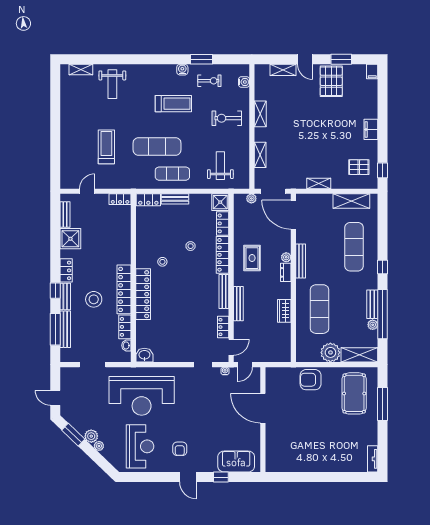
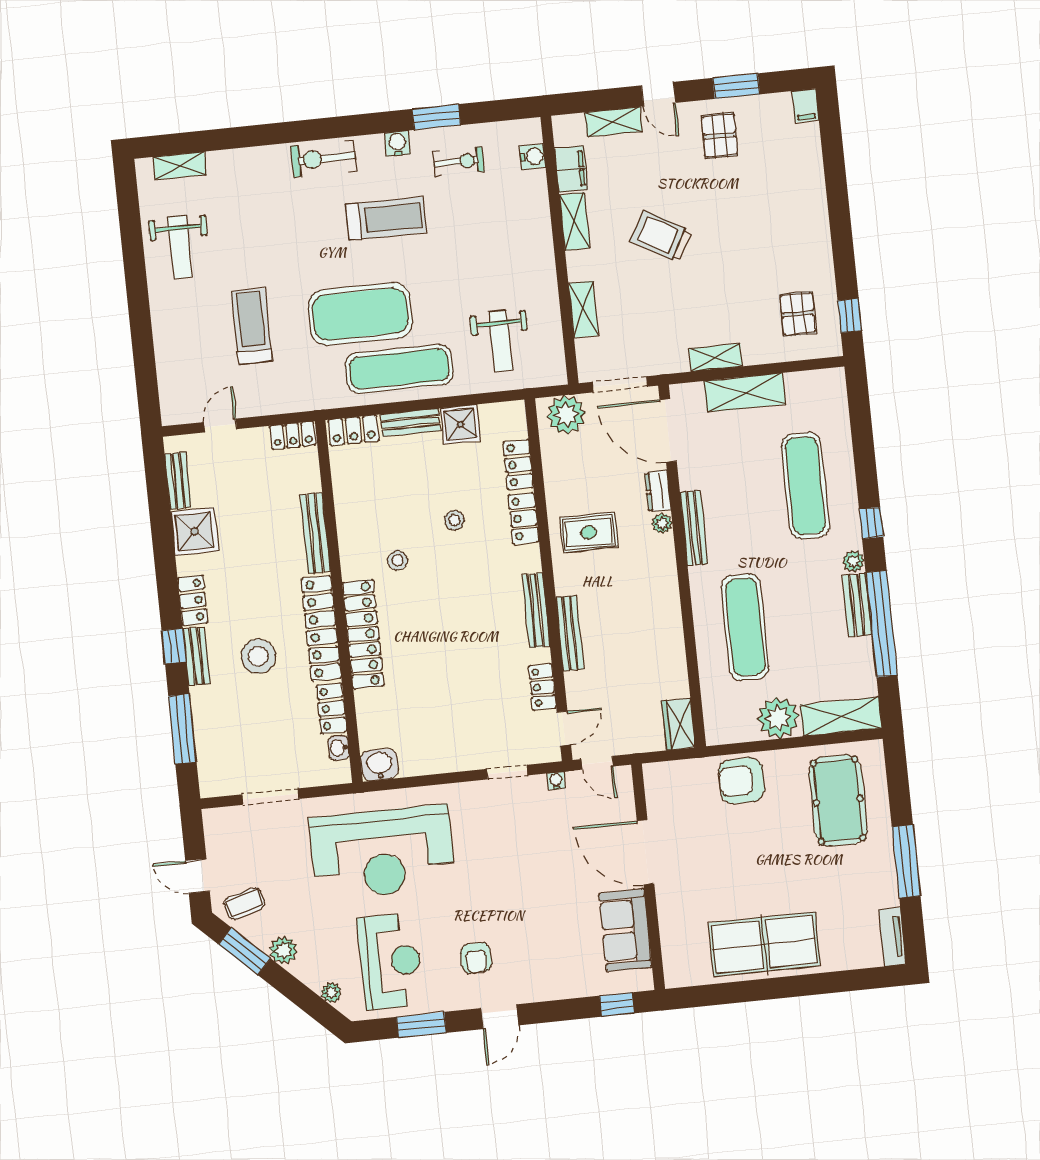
pallet: (331, 81) -> (720, 135), width x0.67, depth x0.71
weight bench: (112, 84) -> (180, 247), moved
exercise bike: (227, 118) -> (324, 158), moved
trolley: (299, 125) -> (661, 236), added
filing cabinet: (371, 129) -> (571, 169), moved, turned 180
exercise mat: (157, 146) -> (360, 314), width x1.47
weight bench: (220, 166) -> (500, 341), turned 180
pallet: (359, 167) -> (798, 314), turned 90
exercise mat: (172, 174) -> (399, 369), width x1.36, depth x1.45
plant: (251, 198) -> (566, 415), width x1.88, depth x1.88
shelving: (351, 201) -> (745, 393), moved
shower: (220, 202) -> (460, 424), moved
locker: (223, 255) -> (524, 518), width x0.66
rug: (252, 258) -> (589, 532), turned 90
dresser: (286, 272) -> (658, 491), moved
wardrobe: (284, 311) -> (679, 724), moved
plant: (373, 325) -> (854, 561), moved
bench: (65, 329) -> (315, 533), moved
door: (245, 365) -> (597, 763), hinge flipped
window: (383, 404) -> (906, 861), moved
coffee table: (76, 413) -> (244, 903), added
plant: (99, 446) -> (331, 993), moved
table tennis table: (313, 456) -> (764, 944), added
sofa: (236, 462) -> (625, 930), moved, turned -90
window: (151, 477) -> (421, 1025), added
door: (188, 477) -> (500, 1017), hinge flipped
window: (221, 477) -> (617, 1005), moved

